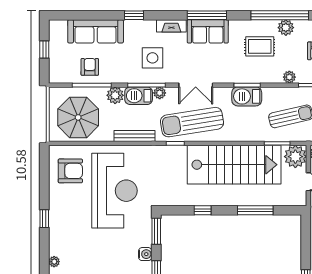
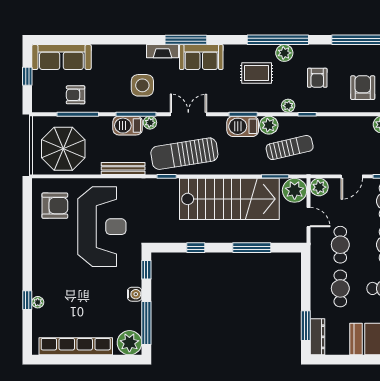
window: (134, 15) -> (123, 40), removed
window: (207, 15) -> (186, 40), moved
sofa: (96, 31) -> (61, 57), moved
armchair: (90, 67) -> (76, 95), turned -90
double door: (196, 85) -> (188, 114), swing flipped
plant: (115, 95) -> (269, 125), moved
window: (44, 219) -> (27, 300), moved
window: (156, 231) -> (146, 270), width x0.67

